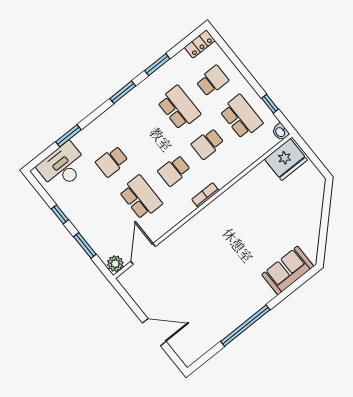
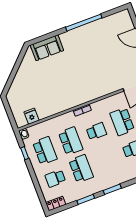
school desk: (179, 108) -> (81, 169), turned 180
school desk: (241, 117) -> (45, 151), turned 180
school desk: (208, 144) -> (71, 141), width x1.85
fridge: (286, 160) -> (31, 116), width x0.53, depth x0.75

